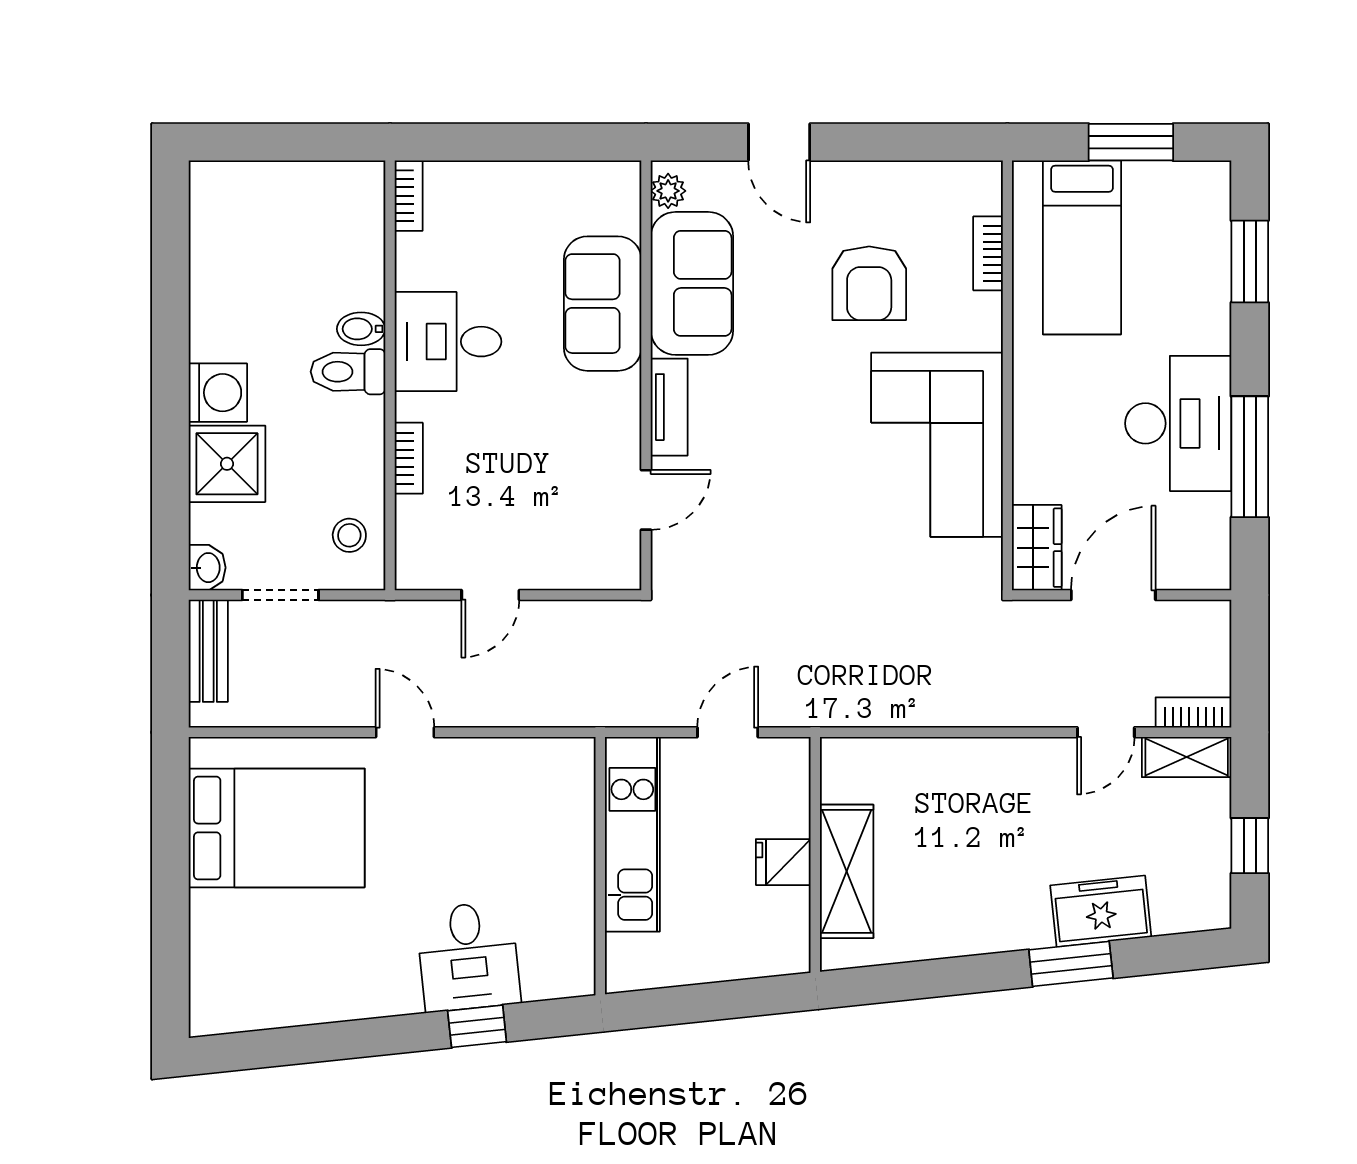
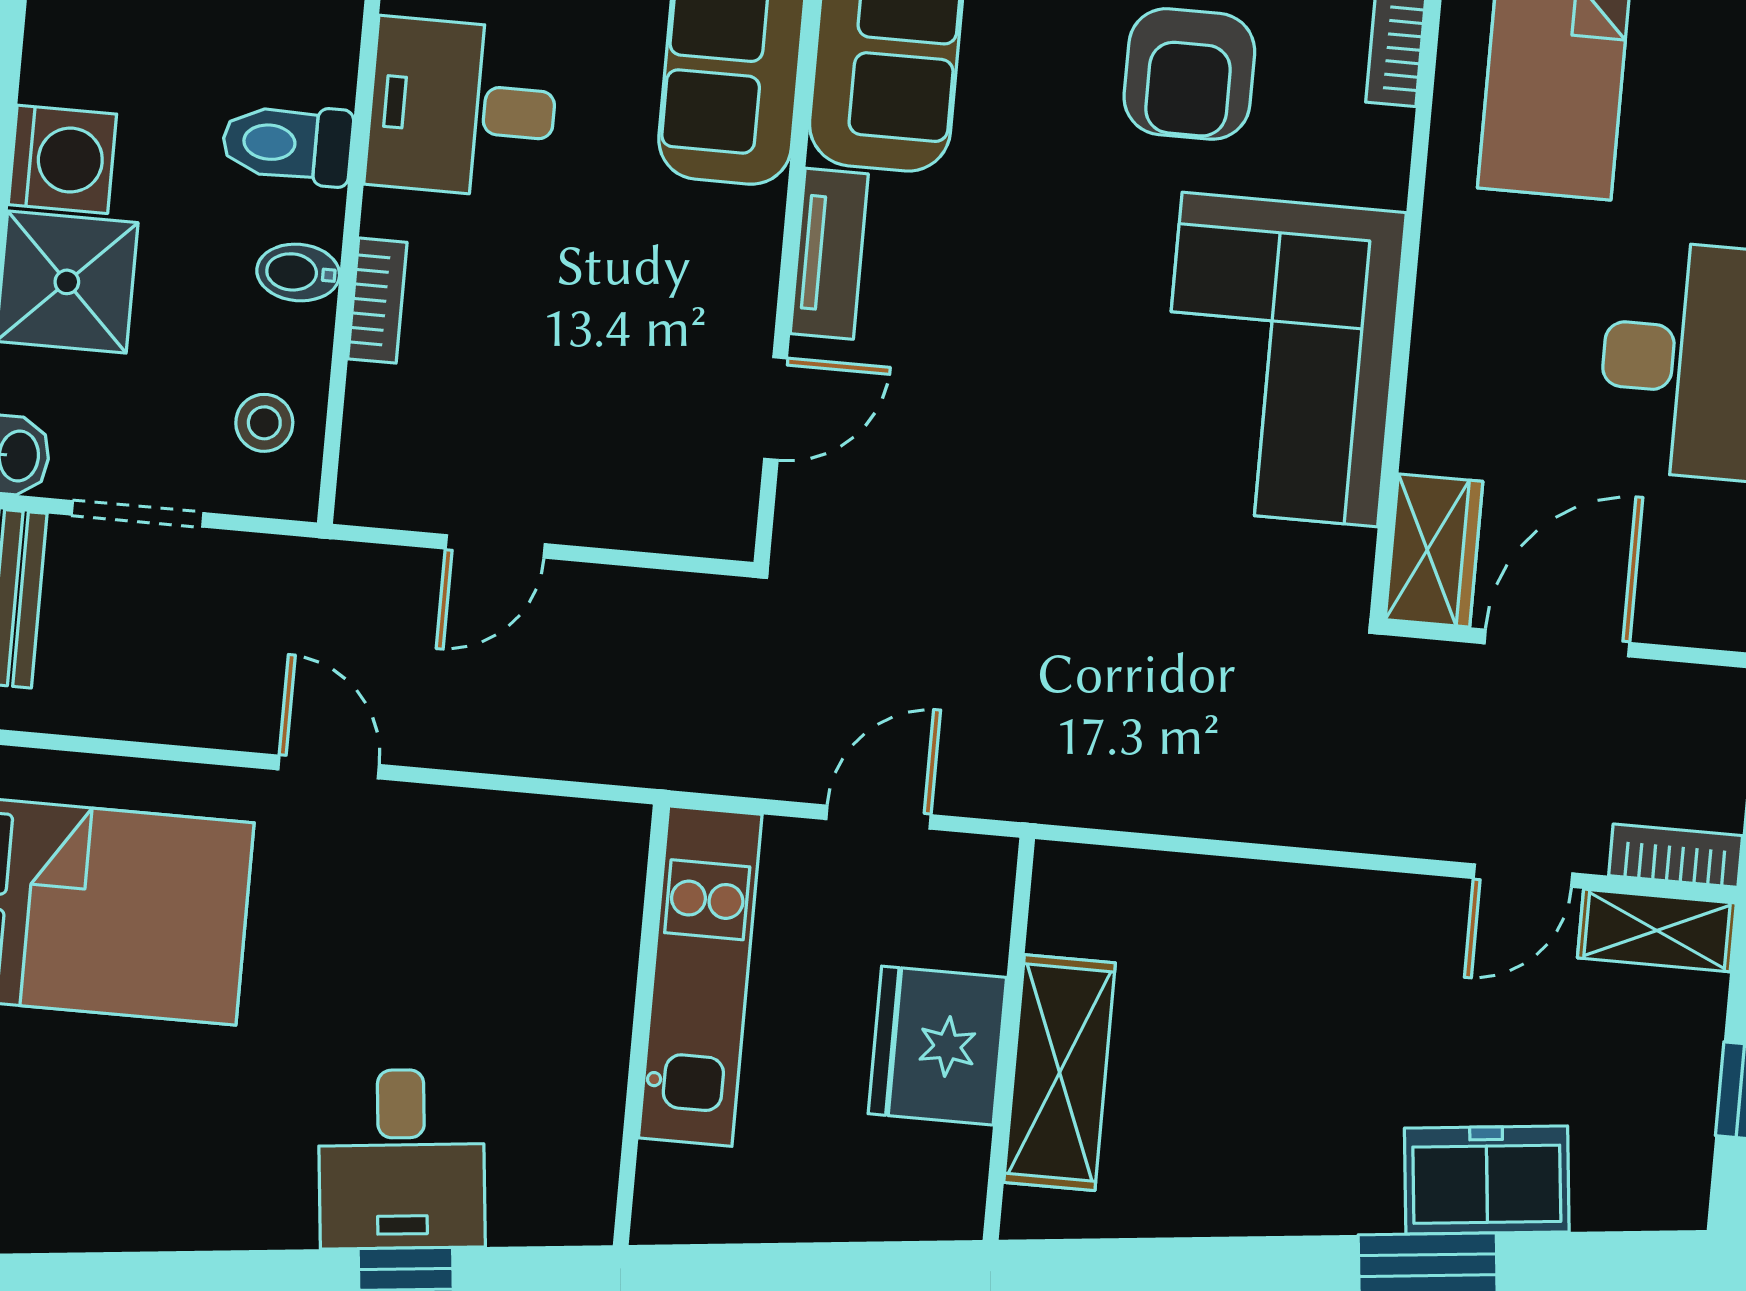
bidet: (361, 329) -> (298, 272), moved
fridge: (783, 862) -> (937, 1046), width x1.88, depth x1.34

